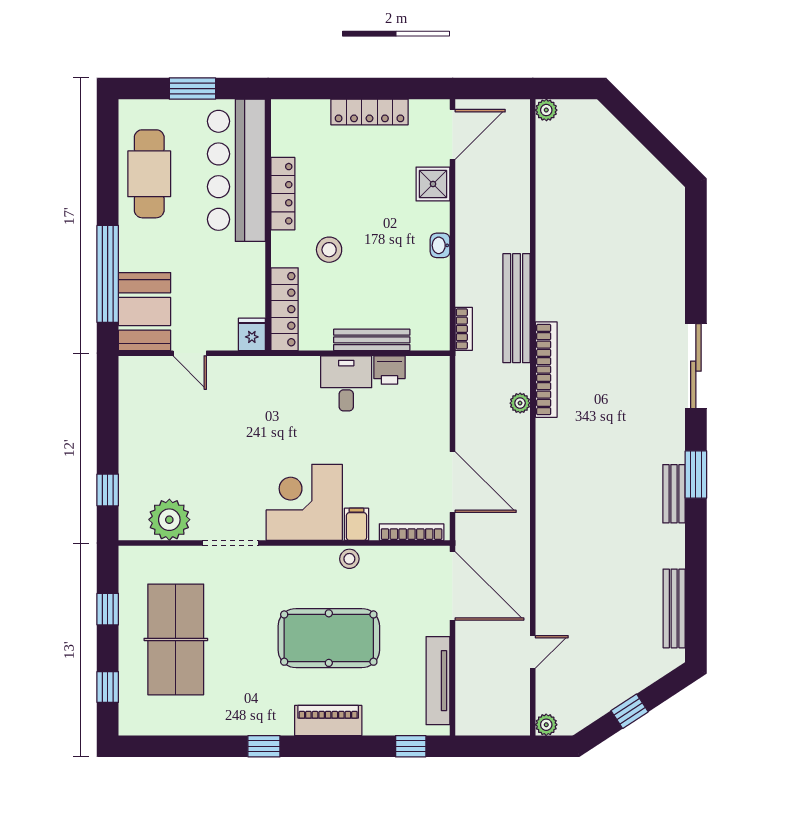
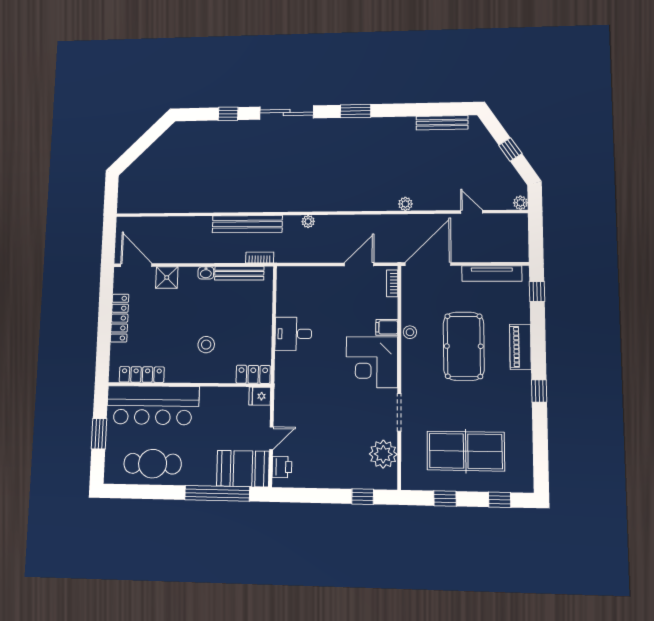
plant: (546, 110) -> (405, 204), moved
locker: (283, 194) -> (142, 374), moved
window: (696, 273) -> (228, 114), added
locker: (284, 309) -> (253, 374), width x0.66
bench: (372, 340) -> (239, 273), moved, turned 90
printer: (389, 370) -> (282, 467), moved
bookcase: (546, 370) -> (287, 205), removed
door: (453, 482) -> (359, 264), width x0.73
bench: (674, 494) -> (368, 124), removed
bookcase: (412, 532) -> (392, 283), width x0.64

